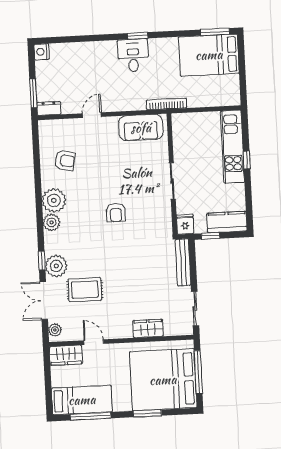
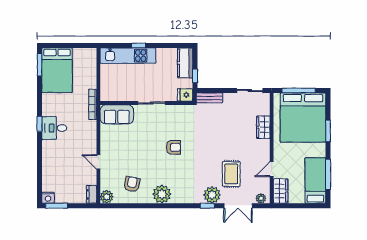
window: (33, 93) -> (57, 206), moved
sofa: (141, 128) -> (117, 114), moved, turned 90
plant: (52, 222) -> (107, 197), moved
bench: (183, 262) -> (209, 98), width x0.73

